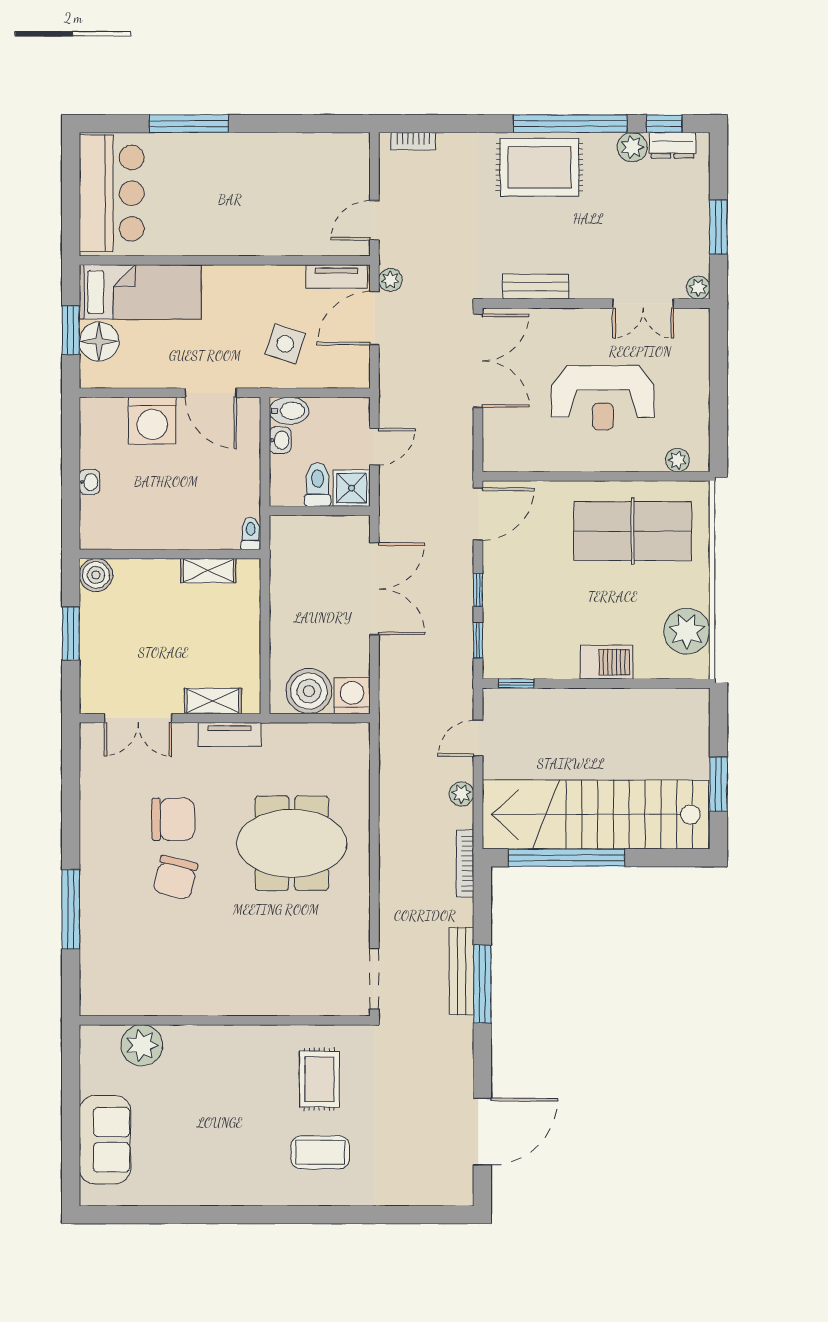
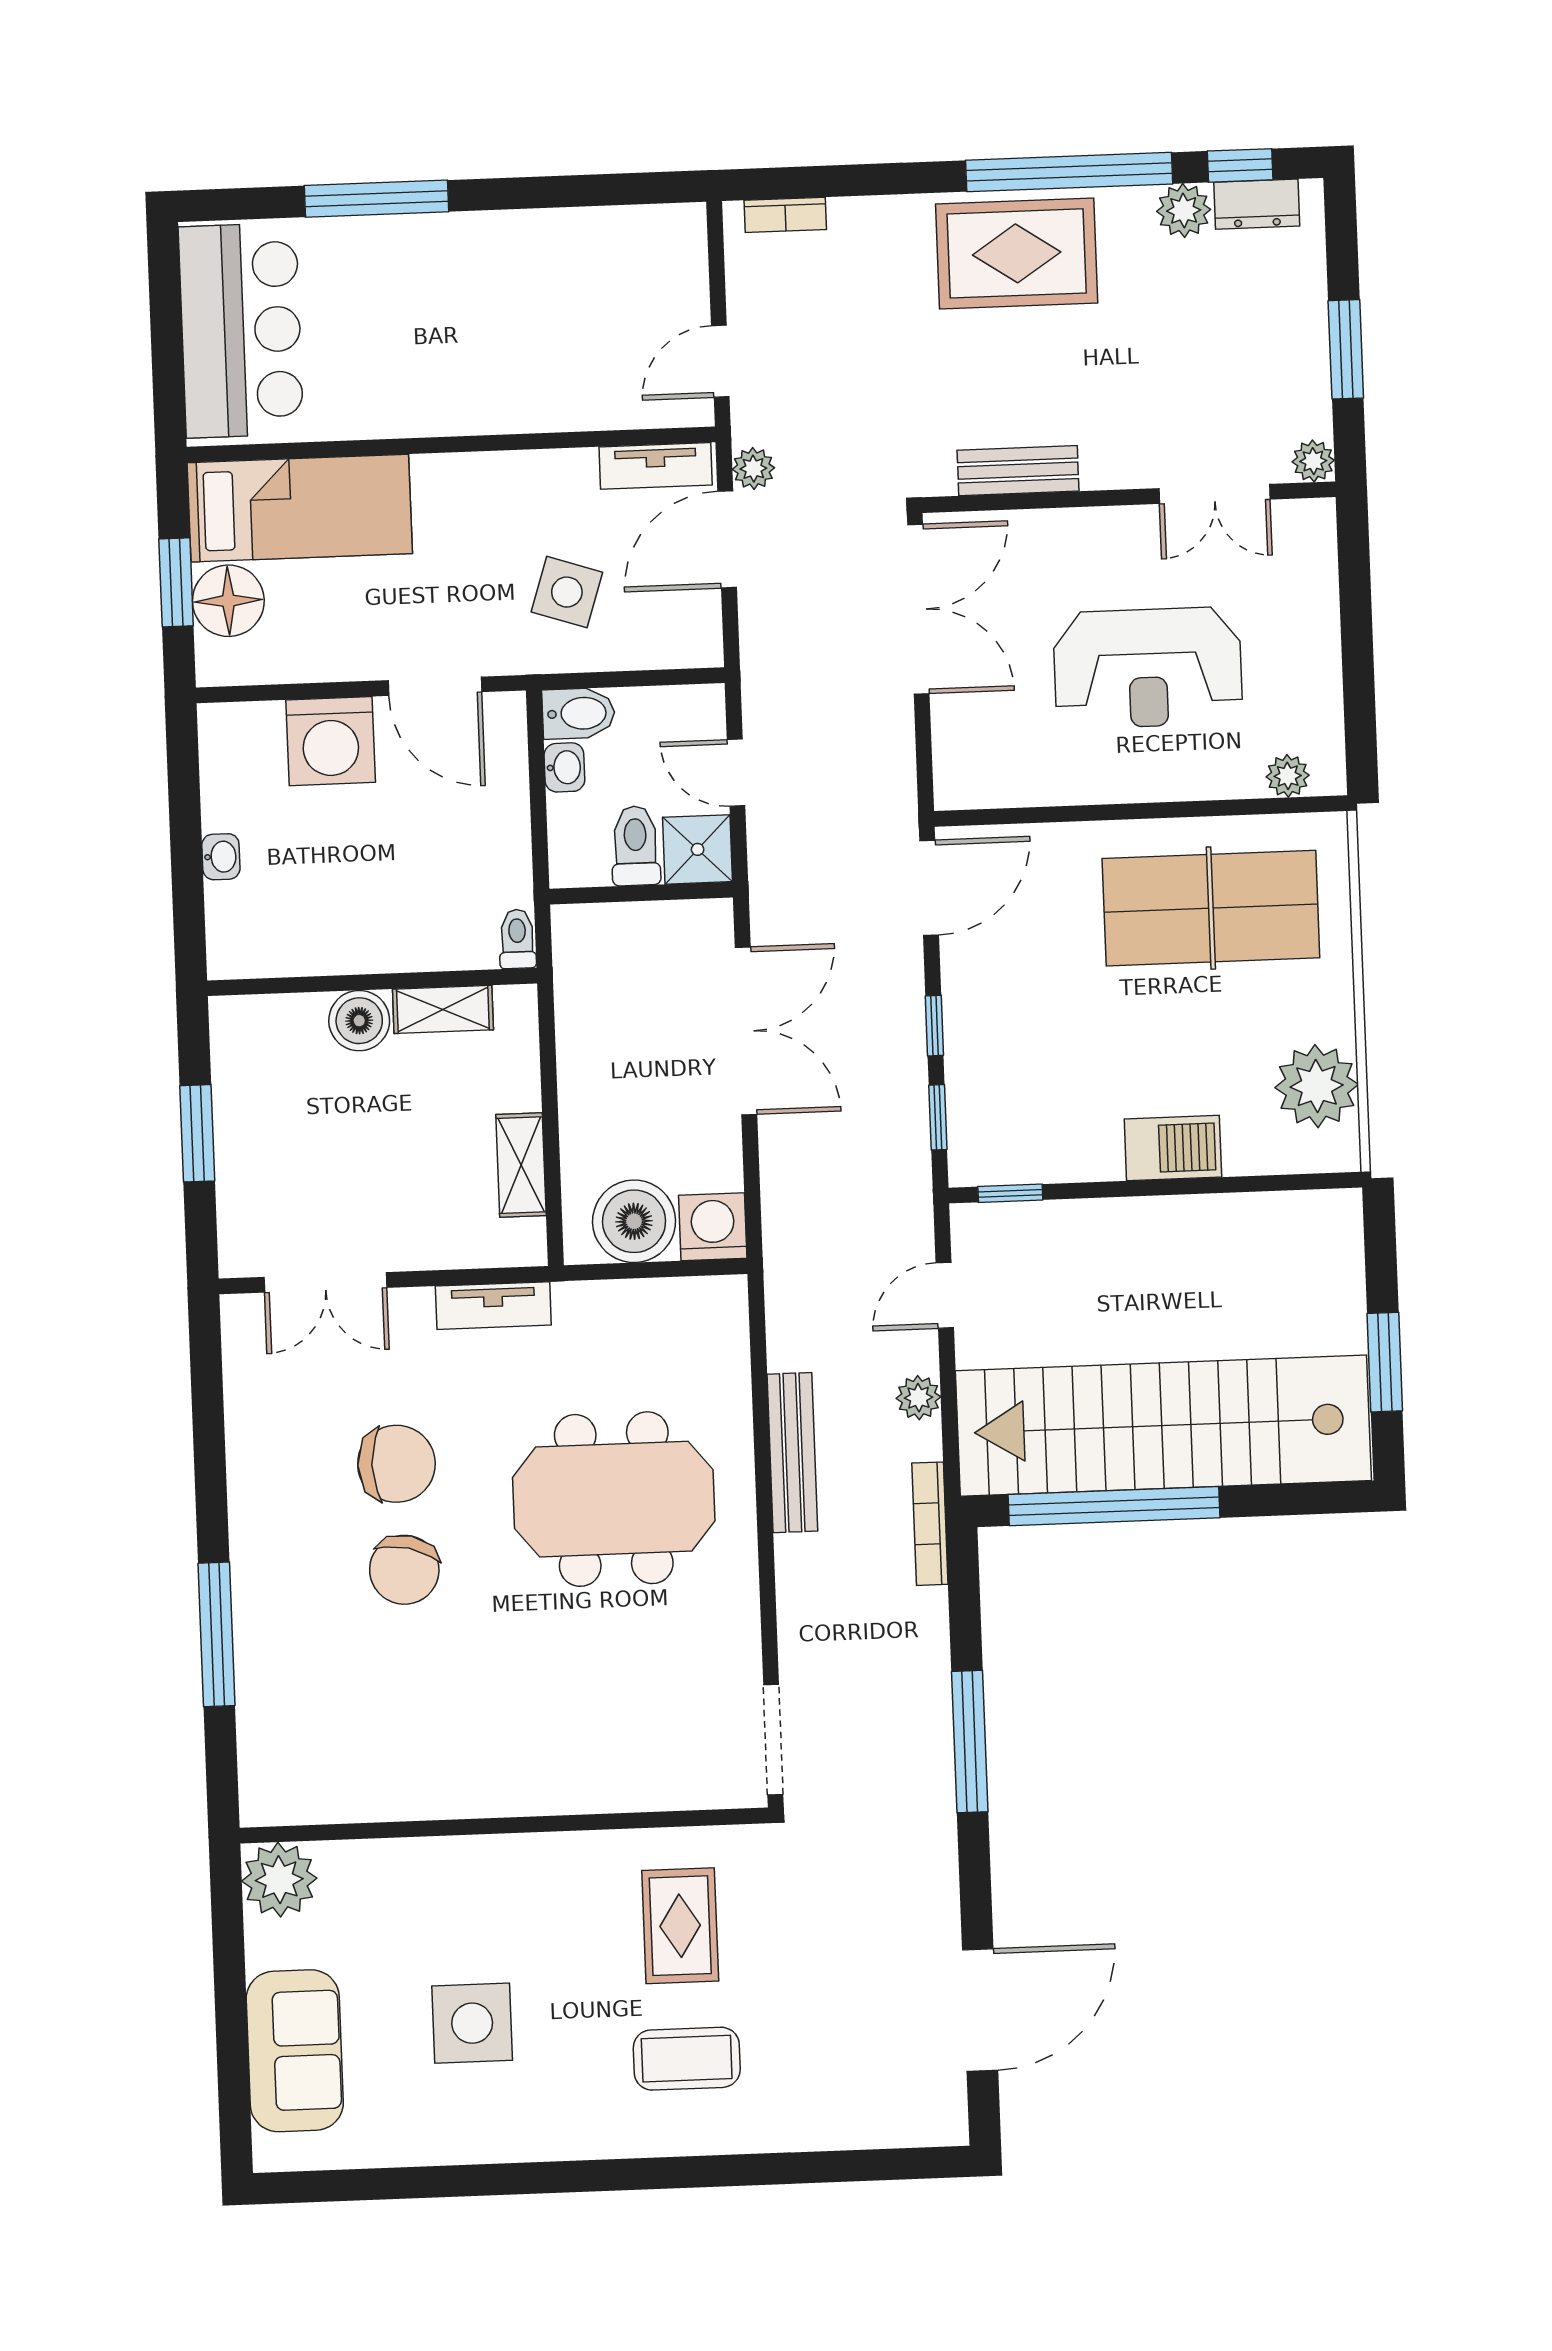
door: (374, 447) -> (736, 773), swing flipped
boiler: (96, 575) -> (359, 1021), moved
shelving: (213, 701) -> (521, 1165), moved, turned 90
bench: (461, 971) -> (792, 1453), moved
plant: (142, 1045) -> (279, 1880), moved
side table: (203, 1128) -> (472, 2023), added

